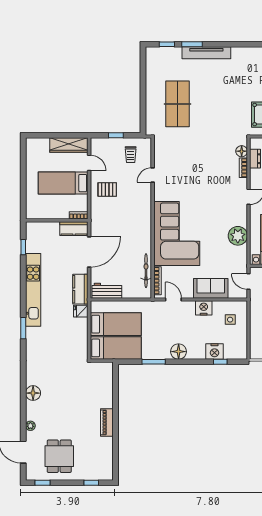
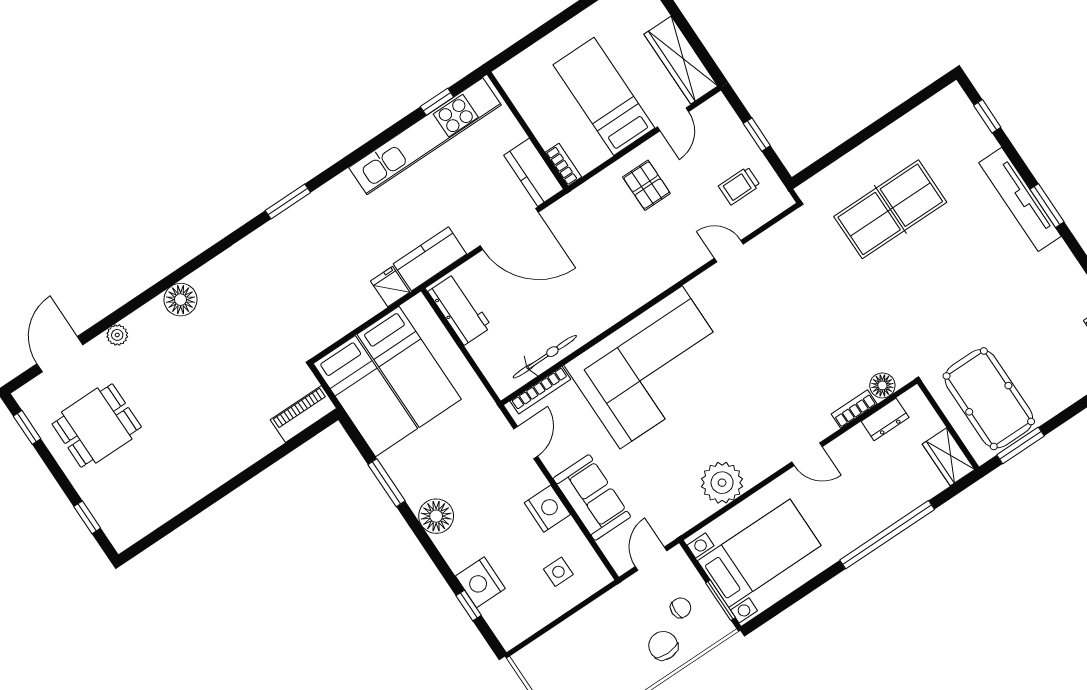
window: (192, 44) -> (1047, 206), moved
kitchen unit: (33, 290) -> (425, 136), moved
piano: (107, 422) -> (303, 414), moved

